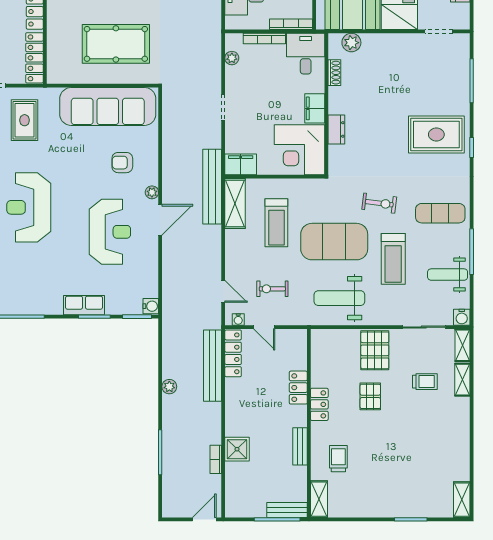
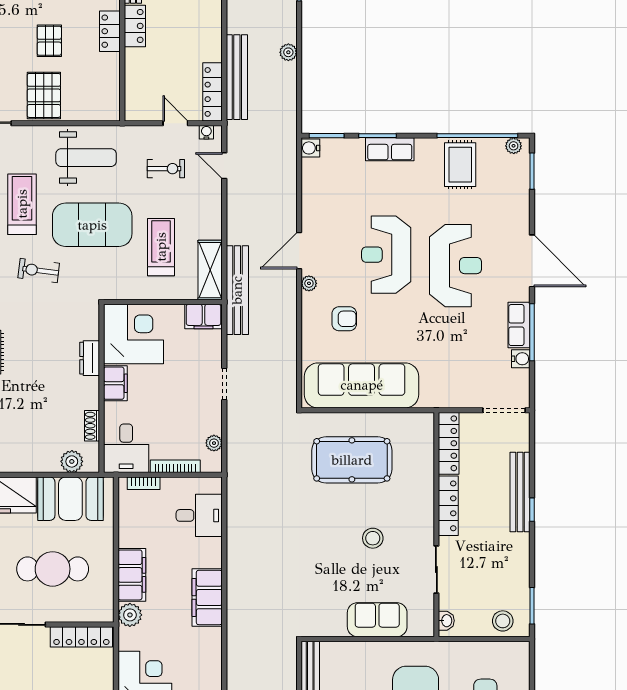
bookcase: (291, 24) -> (144, 483), width x0.64
rug: (25, 120) -> (460, 165), moved
reception desk: (110, 232) -> (386, 255), moved
locker: (298, 388) -> (135, 26), moved

